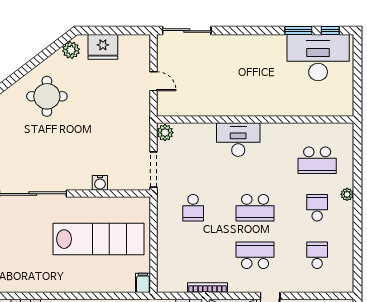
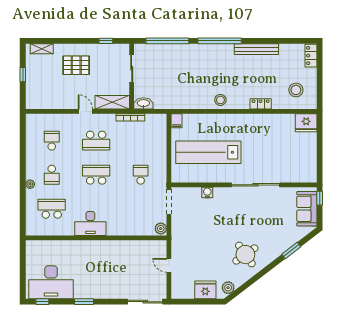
window: (298, 31) -> (84, 302), moved
round table: (47, 96) -> (245, 255), turned -35
desk: (238, 140) -> (90, 223), moved
school desk: (317, 255) -> (52, 141), turned 180

